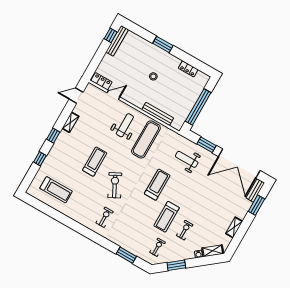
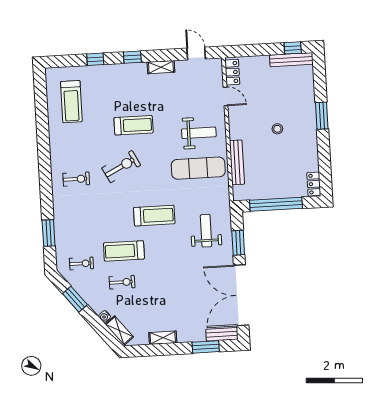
locker: (188, 69) -> (314, 184), moved

